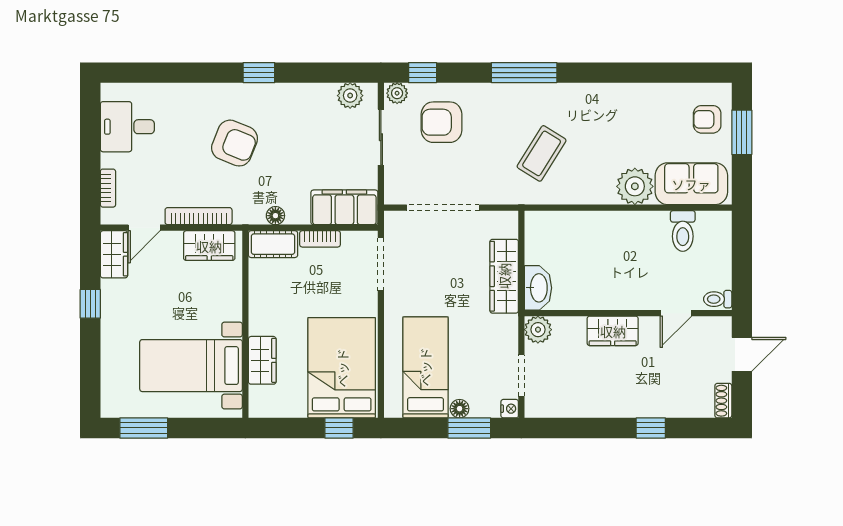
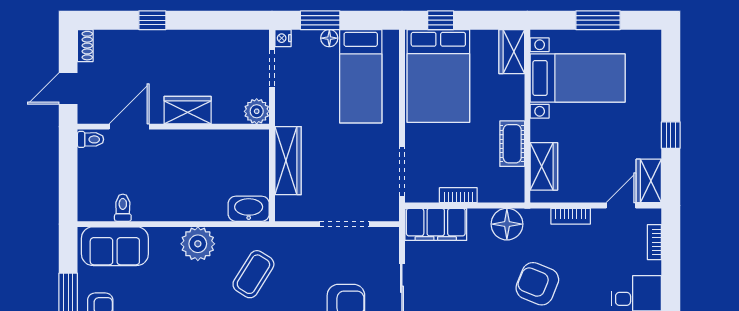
plant: (635, 186) -> (198, 244), moved
doorway: (443, 208) -> (345, 224), width x0.73
bookcase: (199, 216) -> (571, 216), width x0.64
floor lamp: (275, 216) -> (507, 224), width x1.89, depth x1.89
toilet: (683, 231) -> (123, 208), width x0.73, depth x0.72
cot: (273, 244) -> (512, 144), moved, turned 90
wardrobe: (209, 246) -> (544, 166), moved, turned 90
washbasin: (538, 288) -> (249, 209), moved, turned 90
door: (676, 313) -> (129, 127), width x1.38
wardrobe: (262, 360) -> (512, 52), moved
window: (144, 428) -> (598, 20), moved

